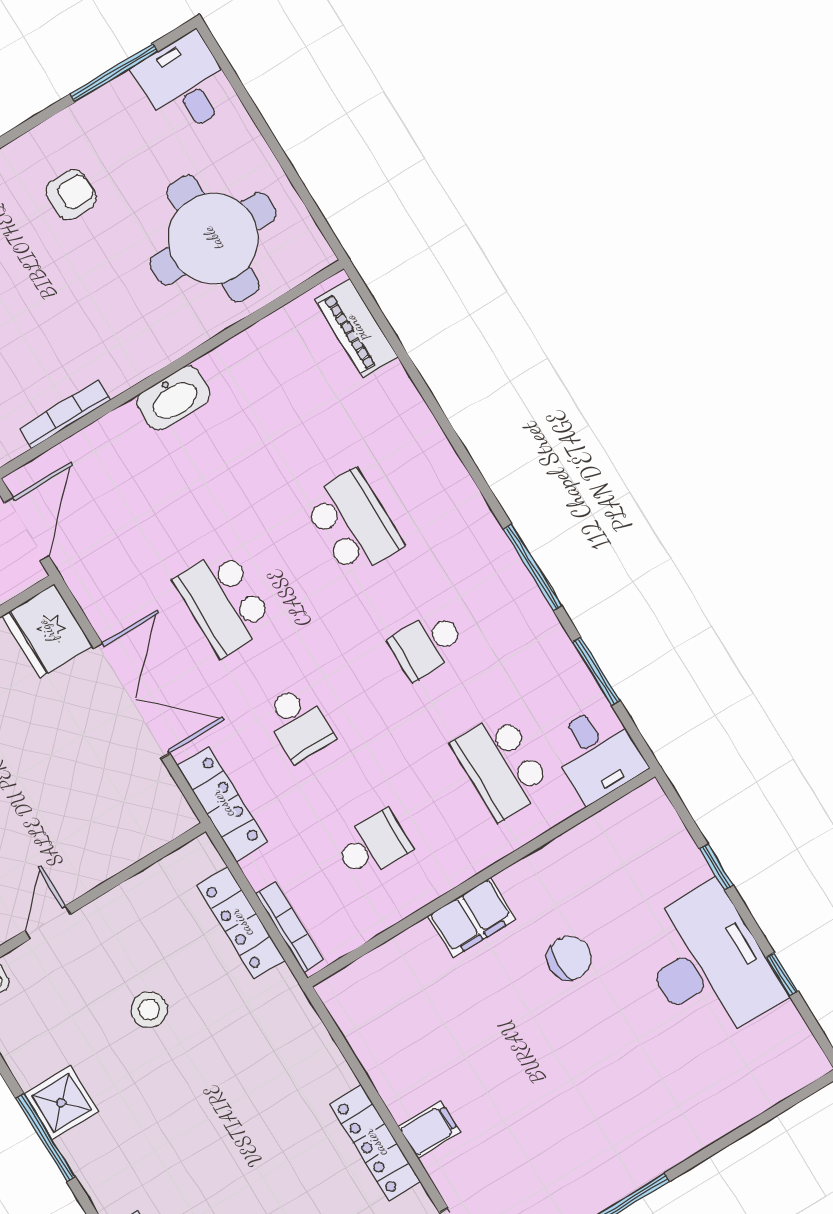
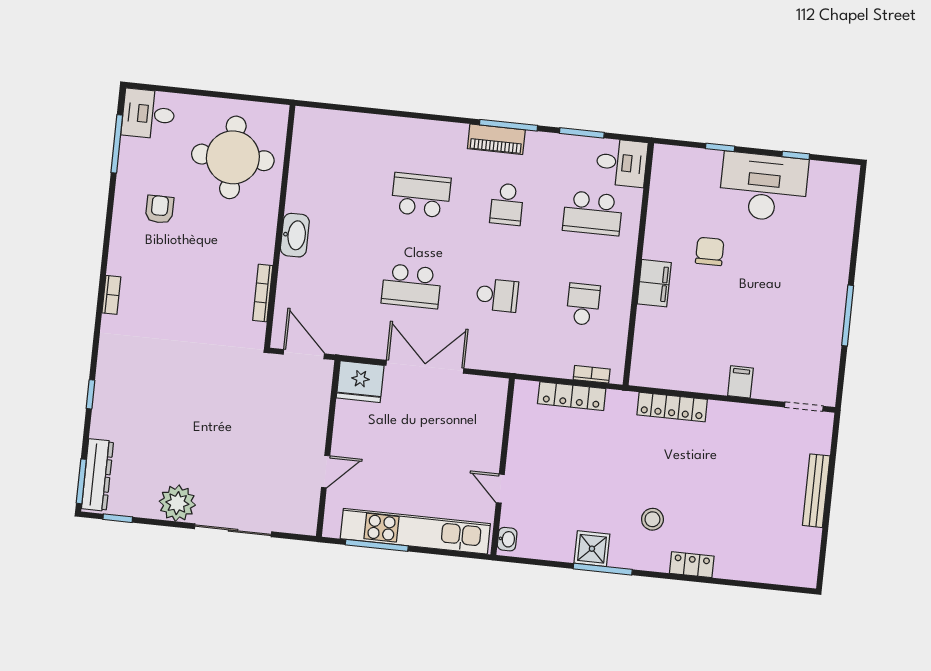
piano: (356, 328) -> (496, 139), moved
locker: (222, 804) -> (508, 361), removed
bookcase: (290, 927) -> (592, 374), width x0.64
stool: (149, 1010) -> (652, 519), moved
locker: (375, 1143) -> (672, 407), moved

